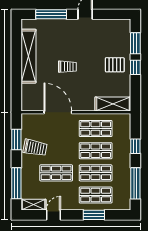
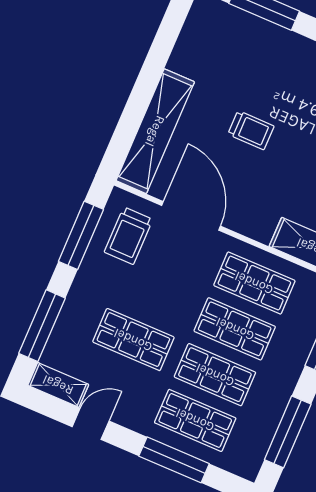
shelving: (28, 56) -> (155, 131), moved
window: (16, 140) -> (81, 235), width x1.44
trolley: (35, 148) -> (128, 236), moved, turned 79
window: (94, 215) -> (174, 460), width x1.44

